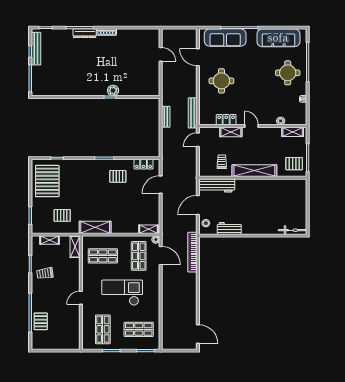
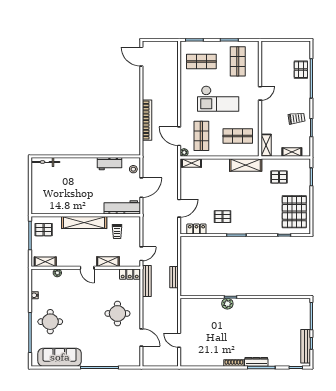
sofa: (225, 38) -> (114, 358), removed
locker: (226, 120) -> (130, 274), moved
bookcase: (192, 252) -> (147, 120), moved

